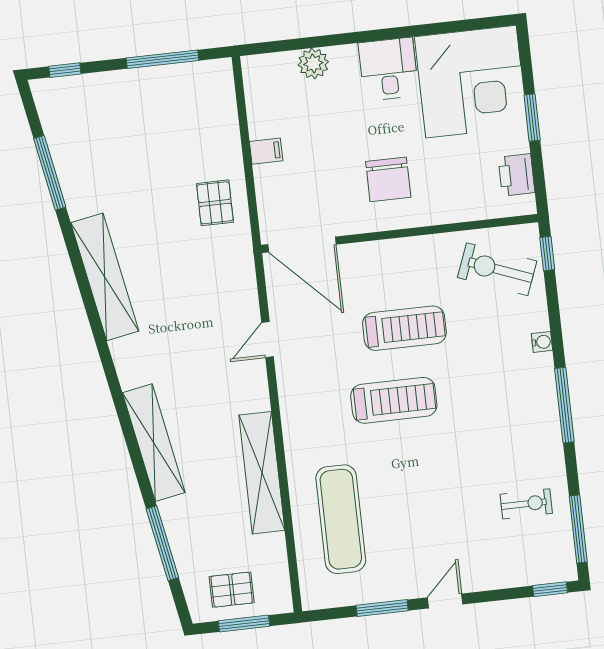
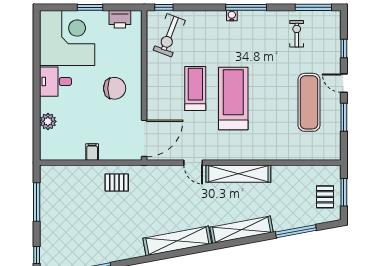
shelving: (105, 277) -> (177, 241), moved
water cooler: (542, 342) -> (232, 16), moved
treadmill: (394, 400) -> (233, 99), width x1.37, depth x1.38
shelving: (262, 473) -> (238, 174), moved
exercise mat: (341, 519) -> (309, 102), moved, turned 90
window: (550, 589) -> (344, 49), moved

